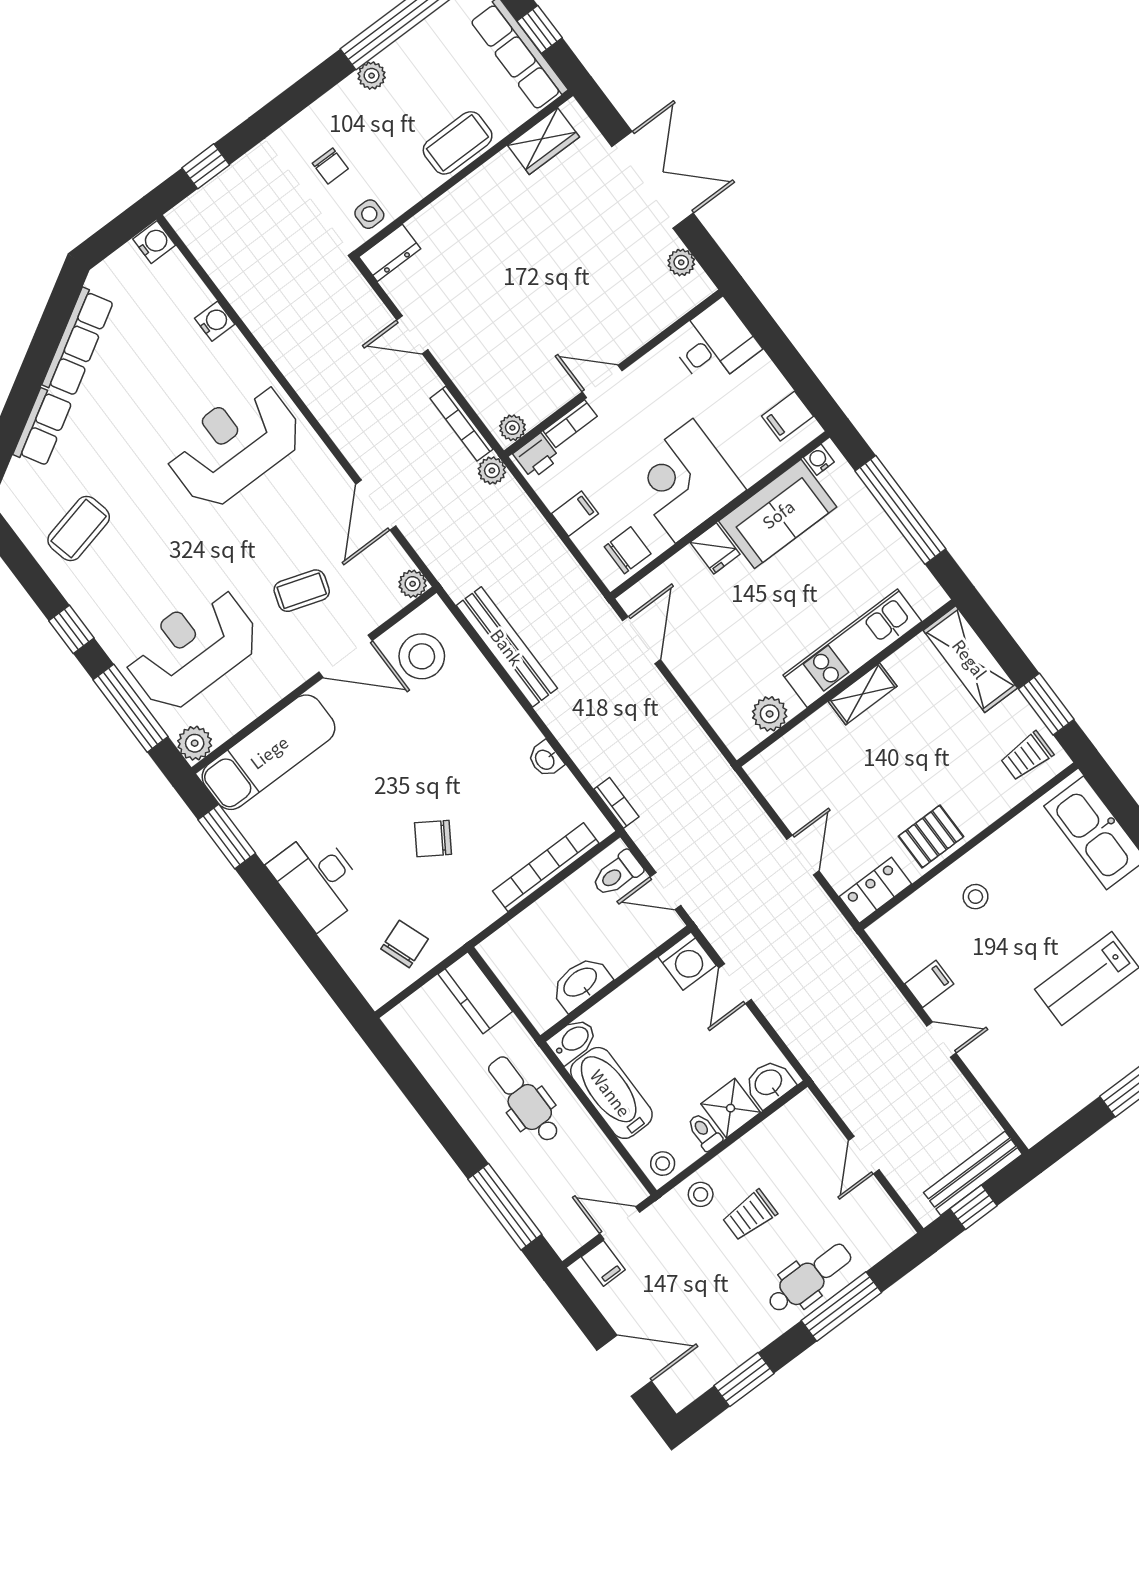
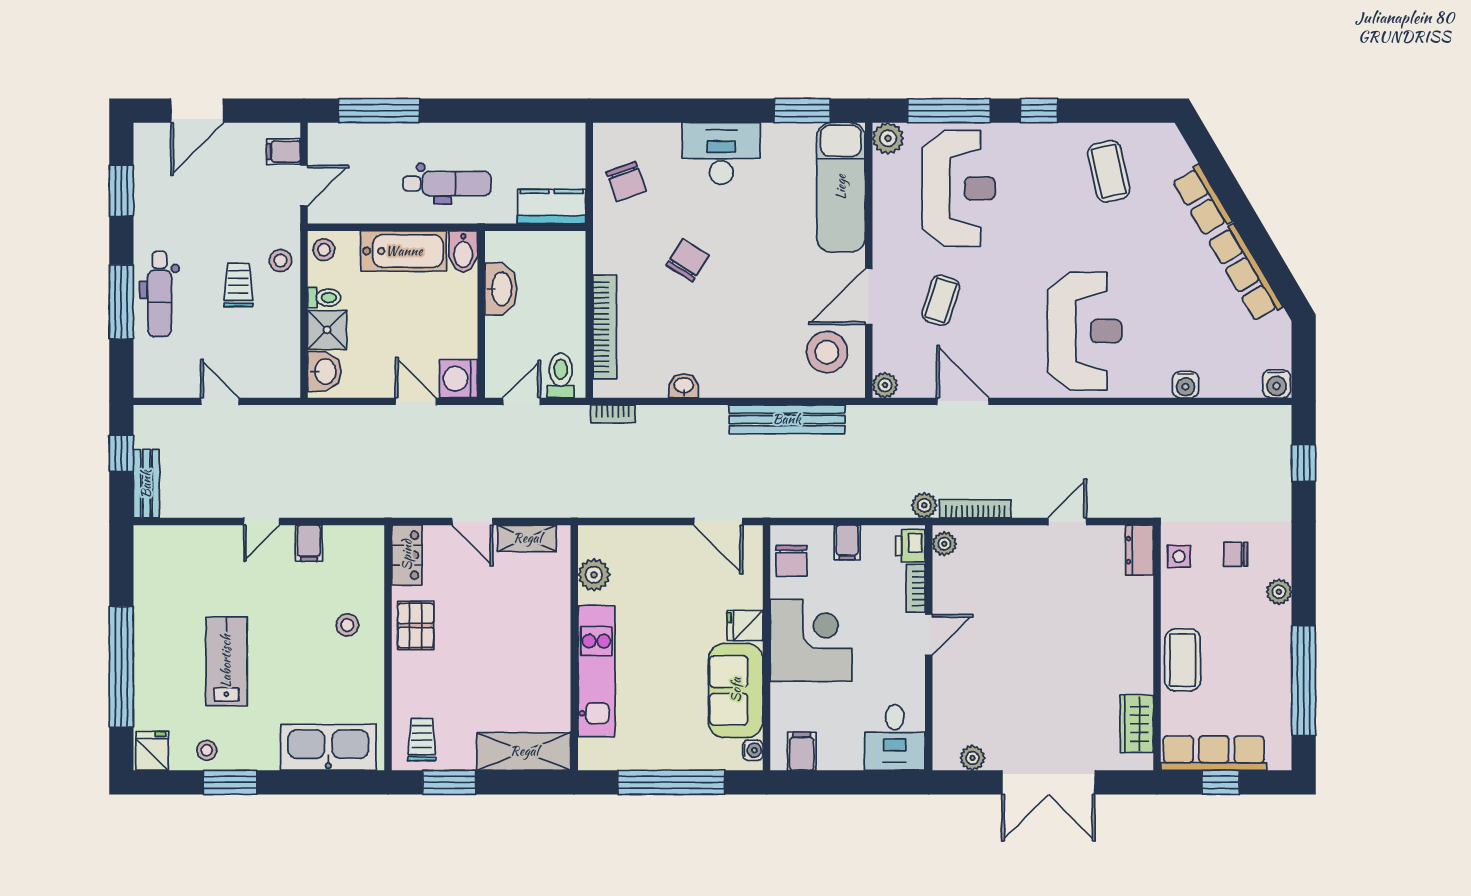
plant: (372, 76) -> (1279, 592), moved
shelving: (863, 694) -> (527, 538), moved, turned 90
bench: (973, 1173) -> (146, 484), width x0.73

